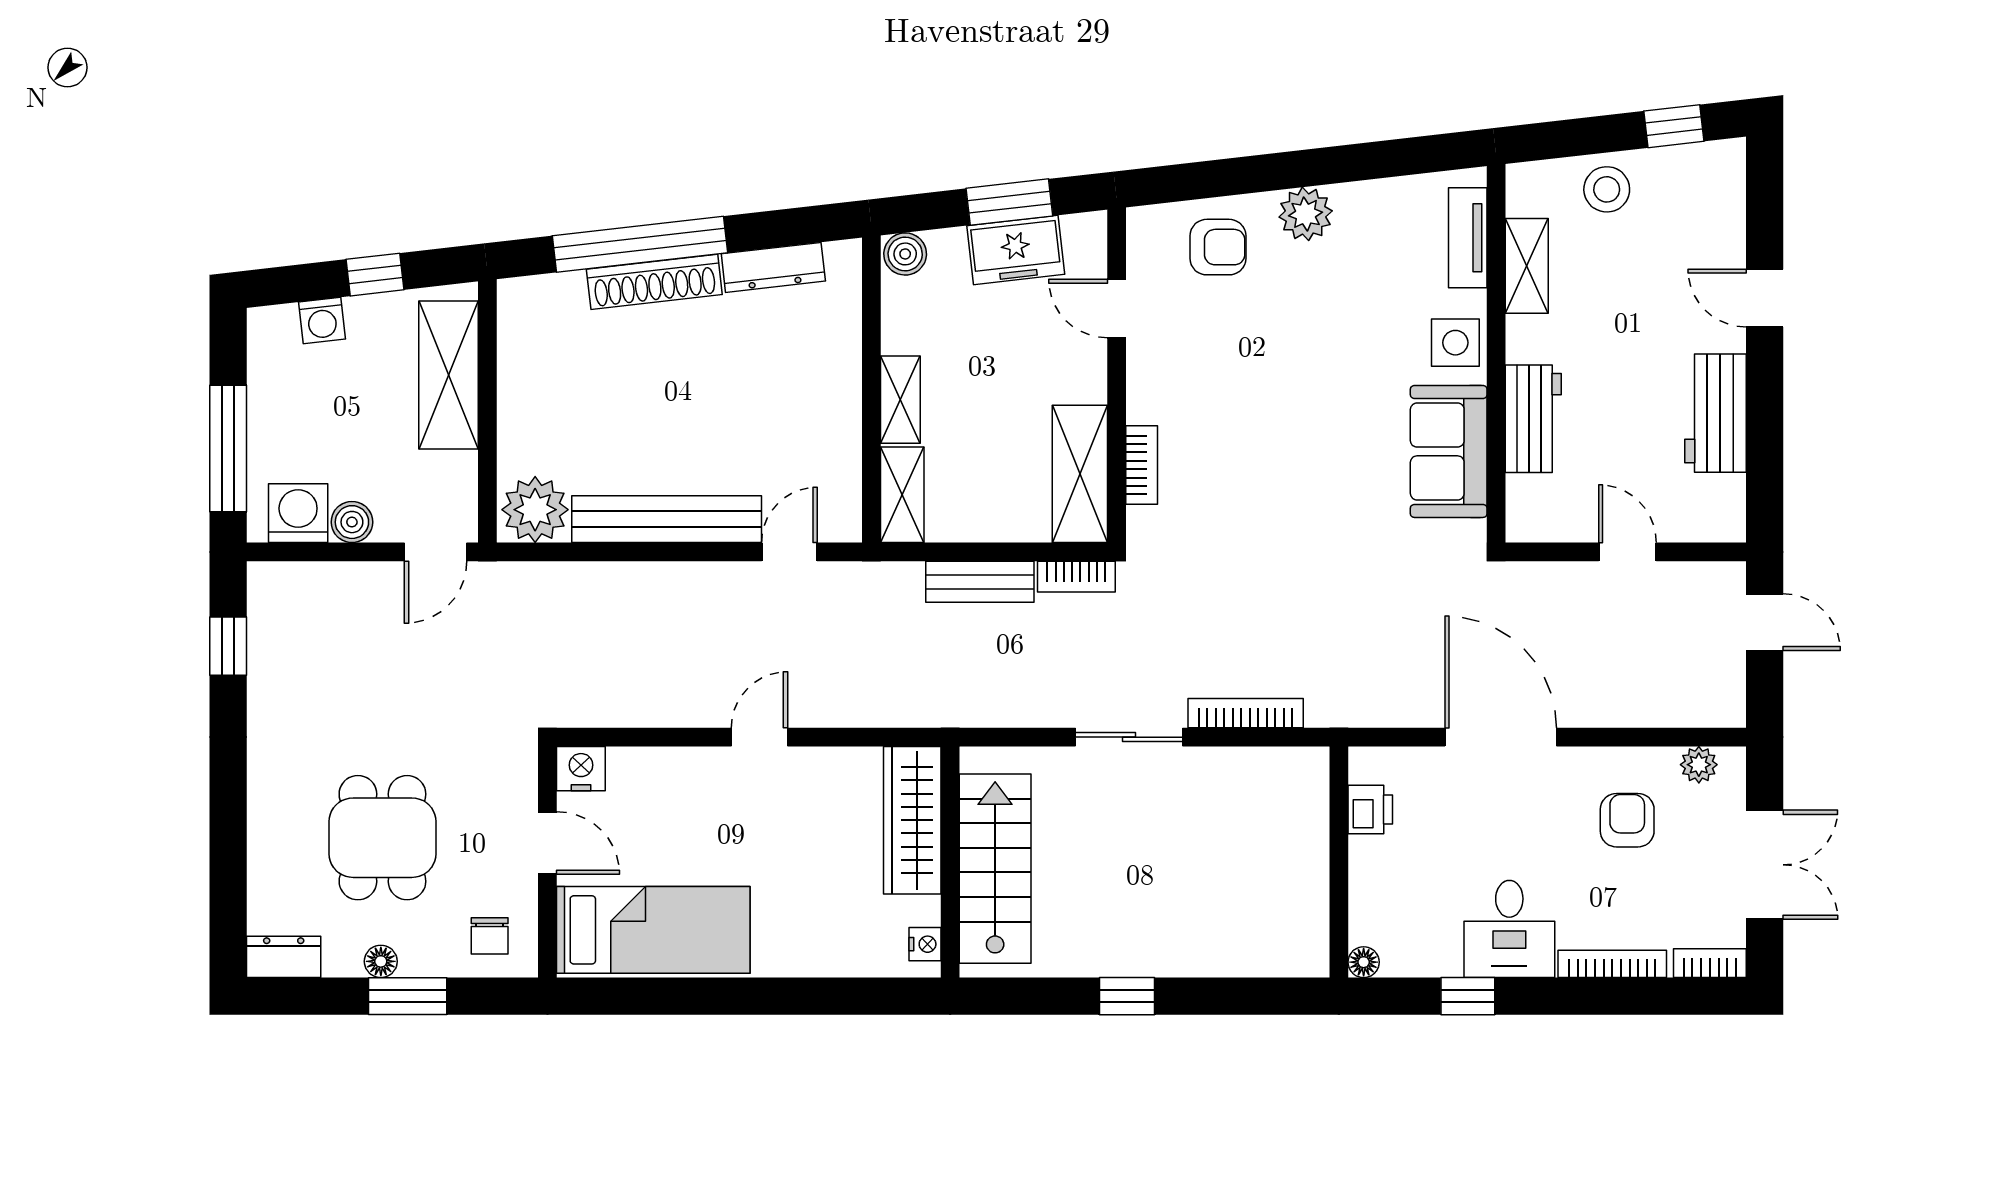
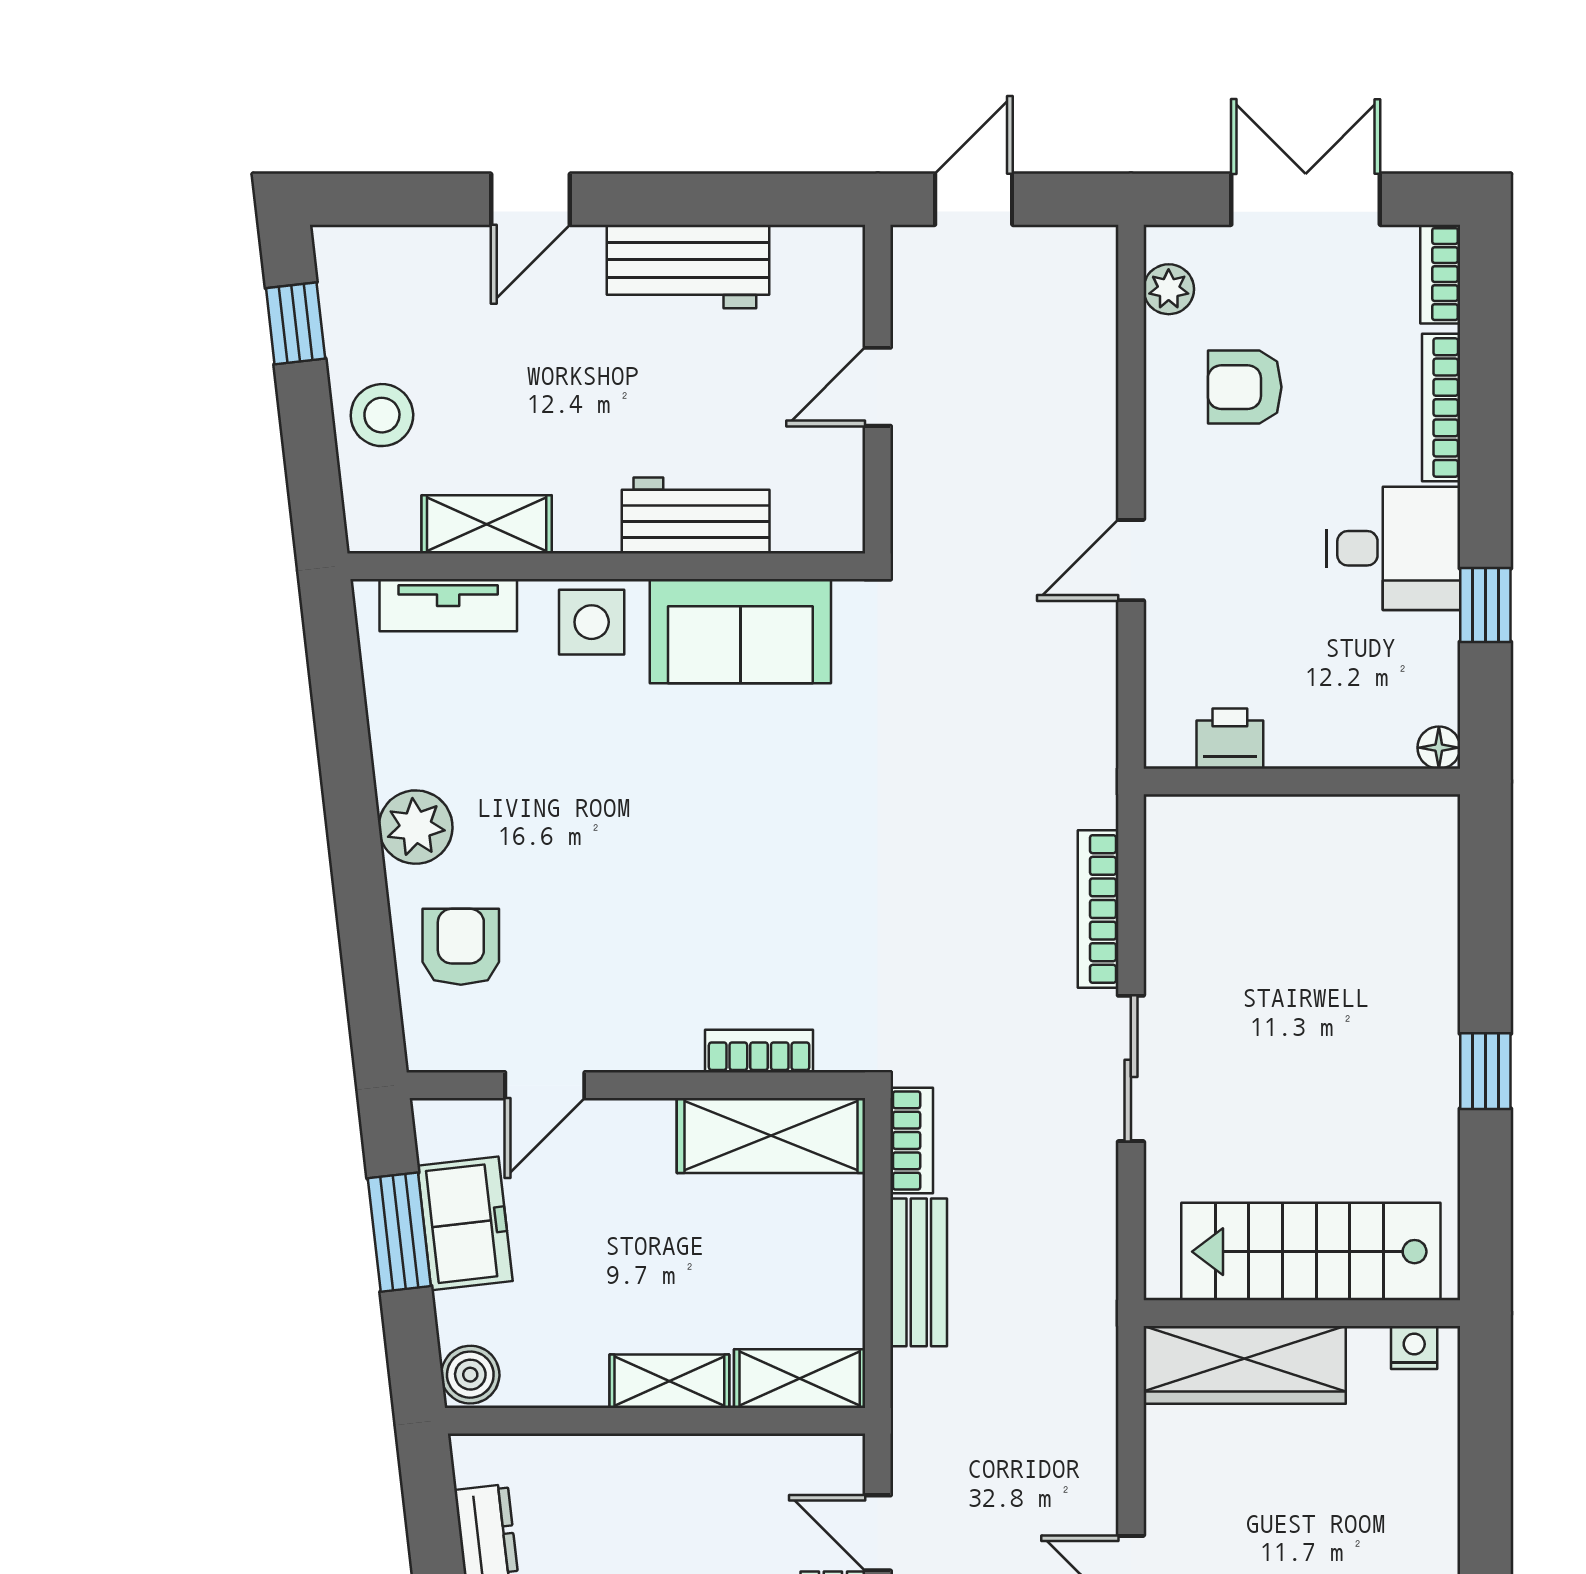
door: (1501, 737) -> (1131, 560), width x0.53

